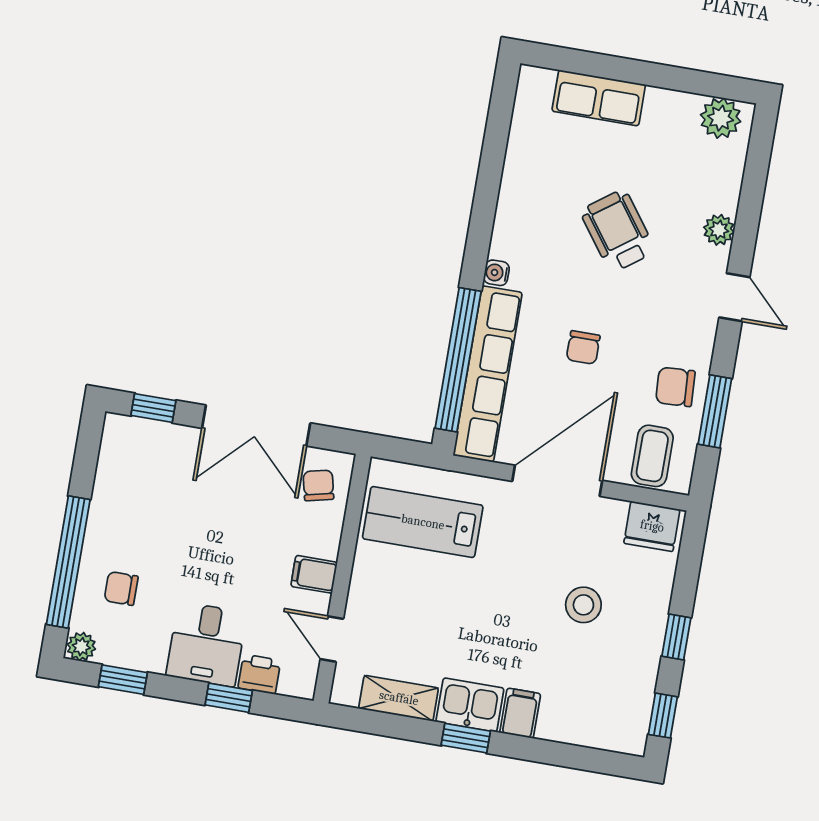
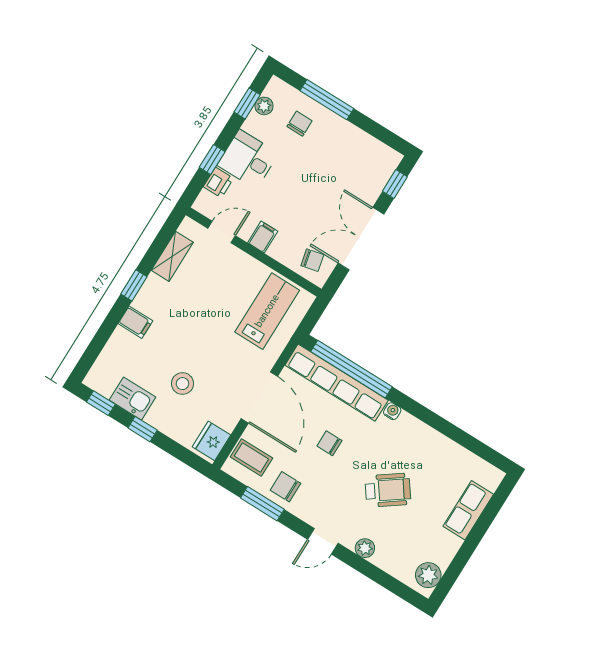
chair: (675, 387) -> (285, 487), turned -87
window: (68, 562) -> (327, 100), width x0.68
plant: (81, 647) -> (264, 106), moved
kitchen sink: (470, 705) -> (133, 399), moved, turned -90

